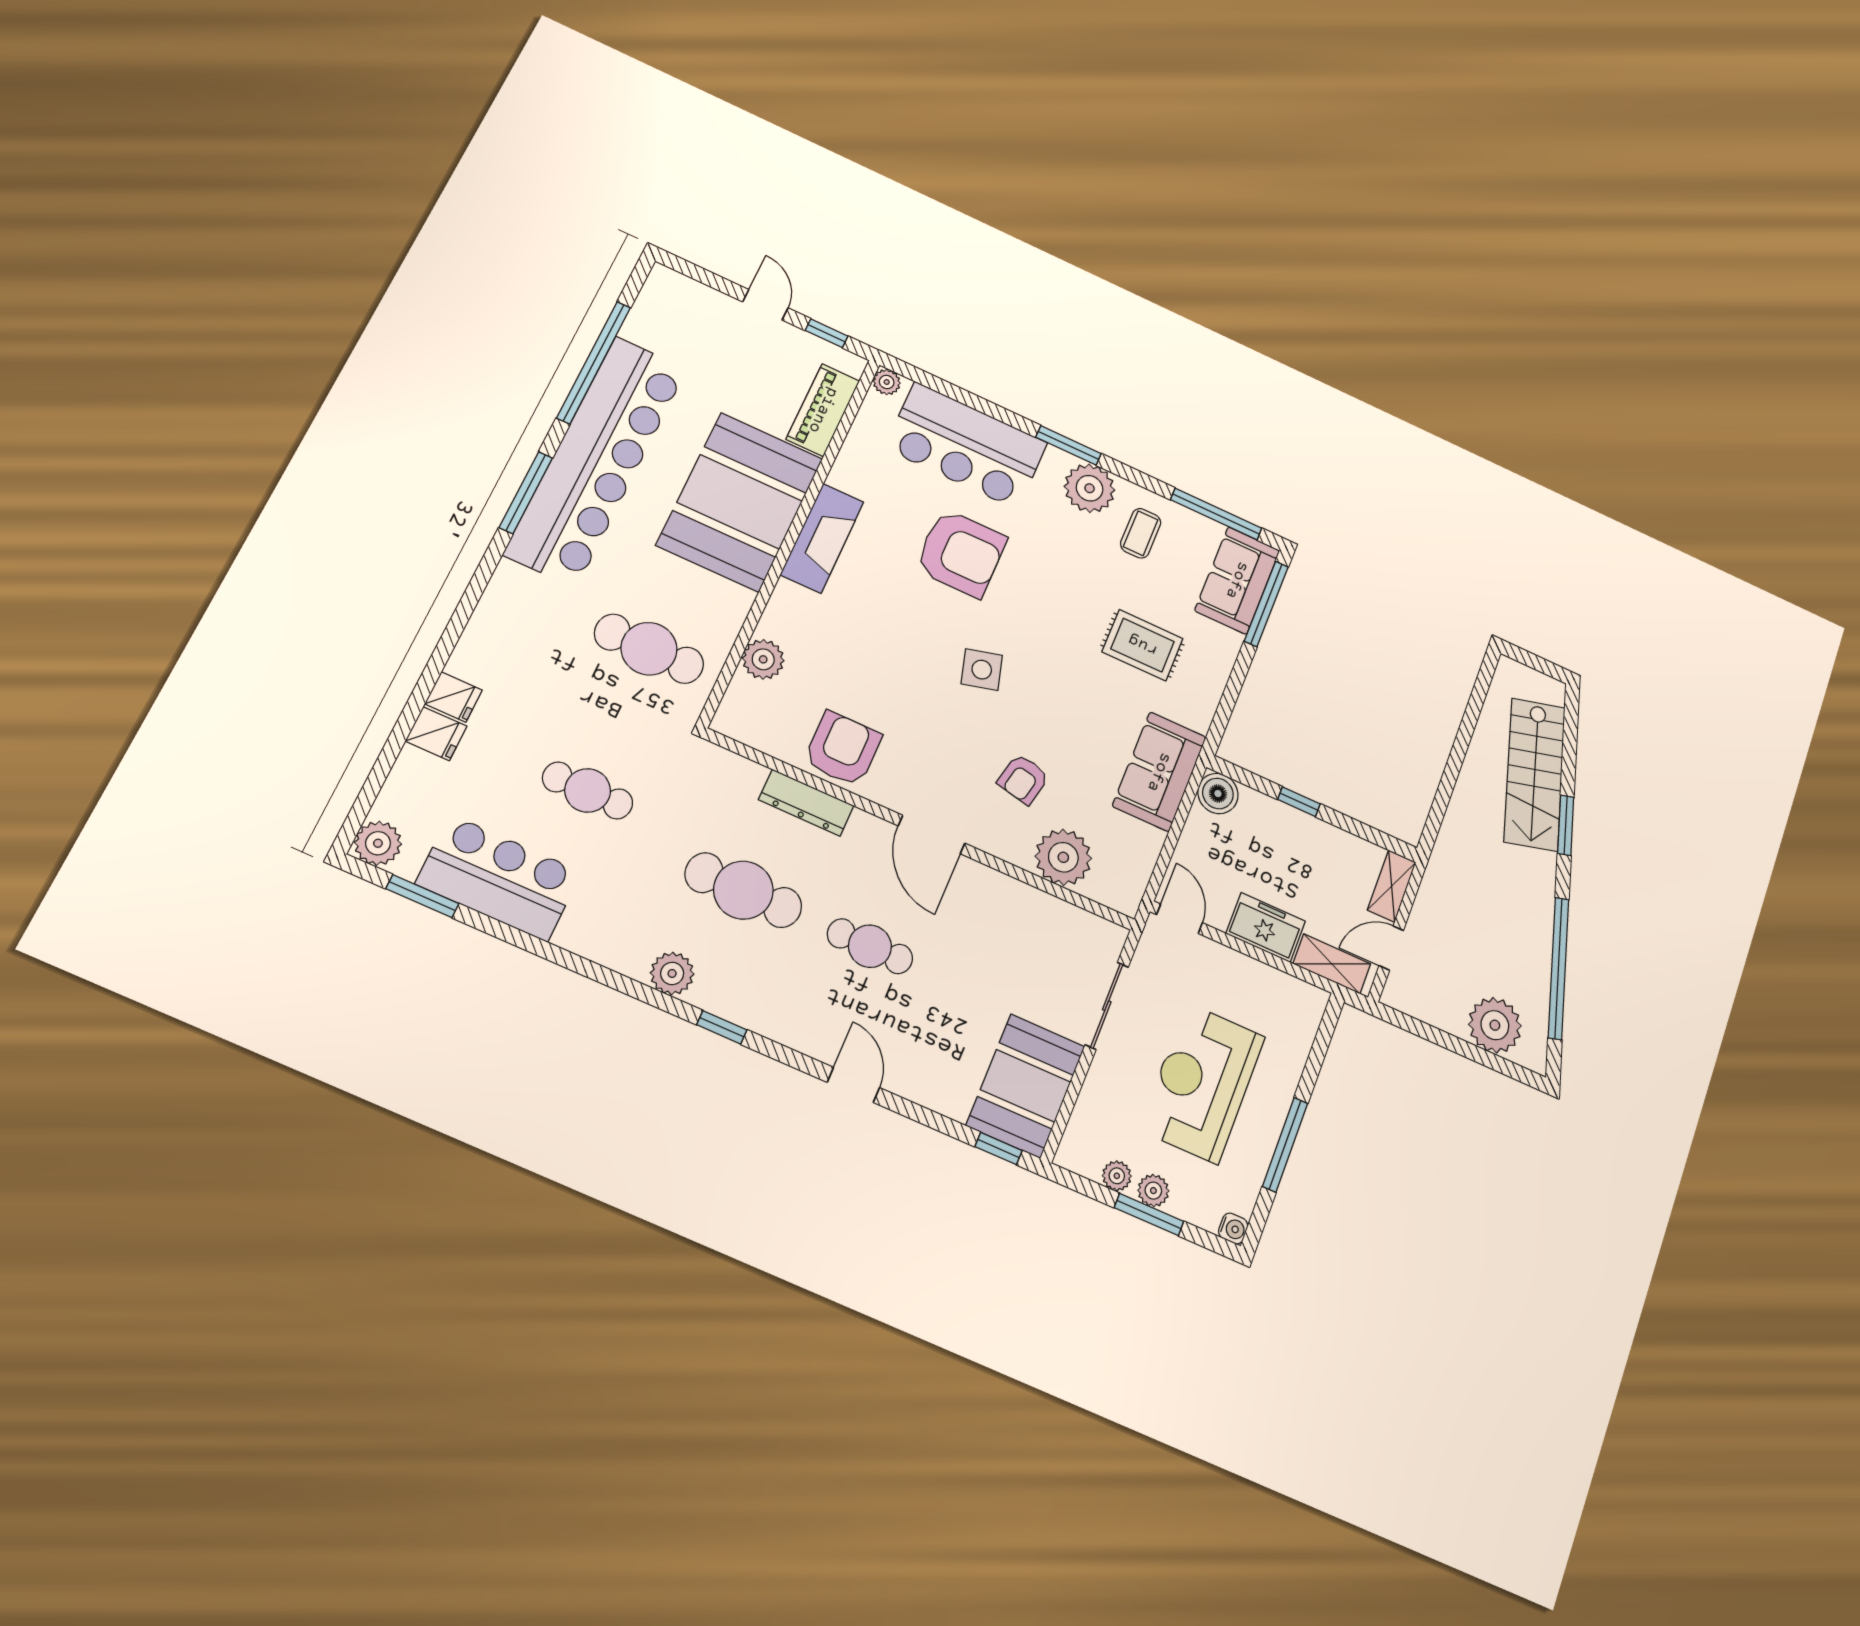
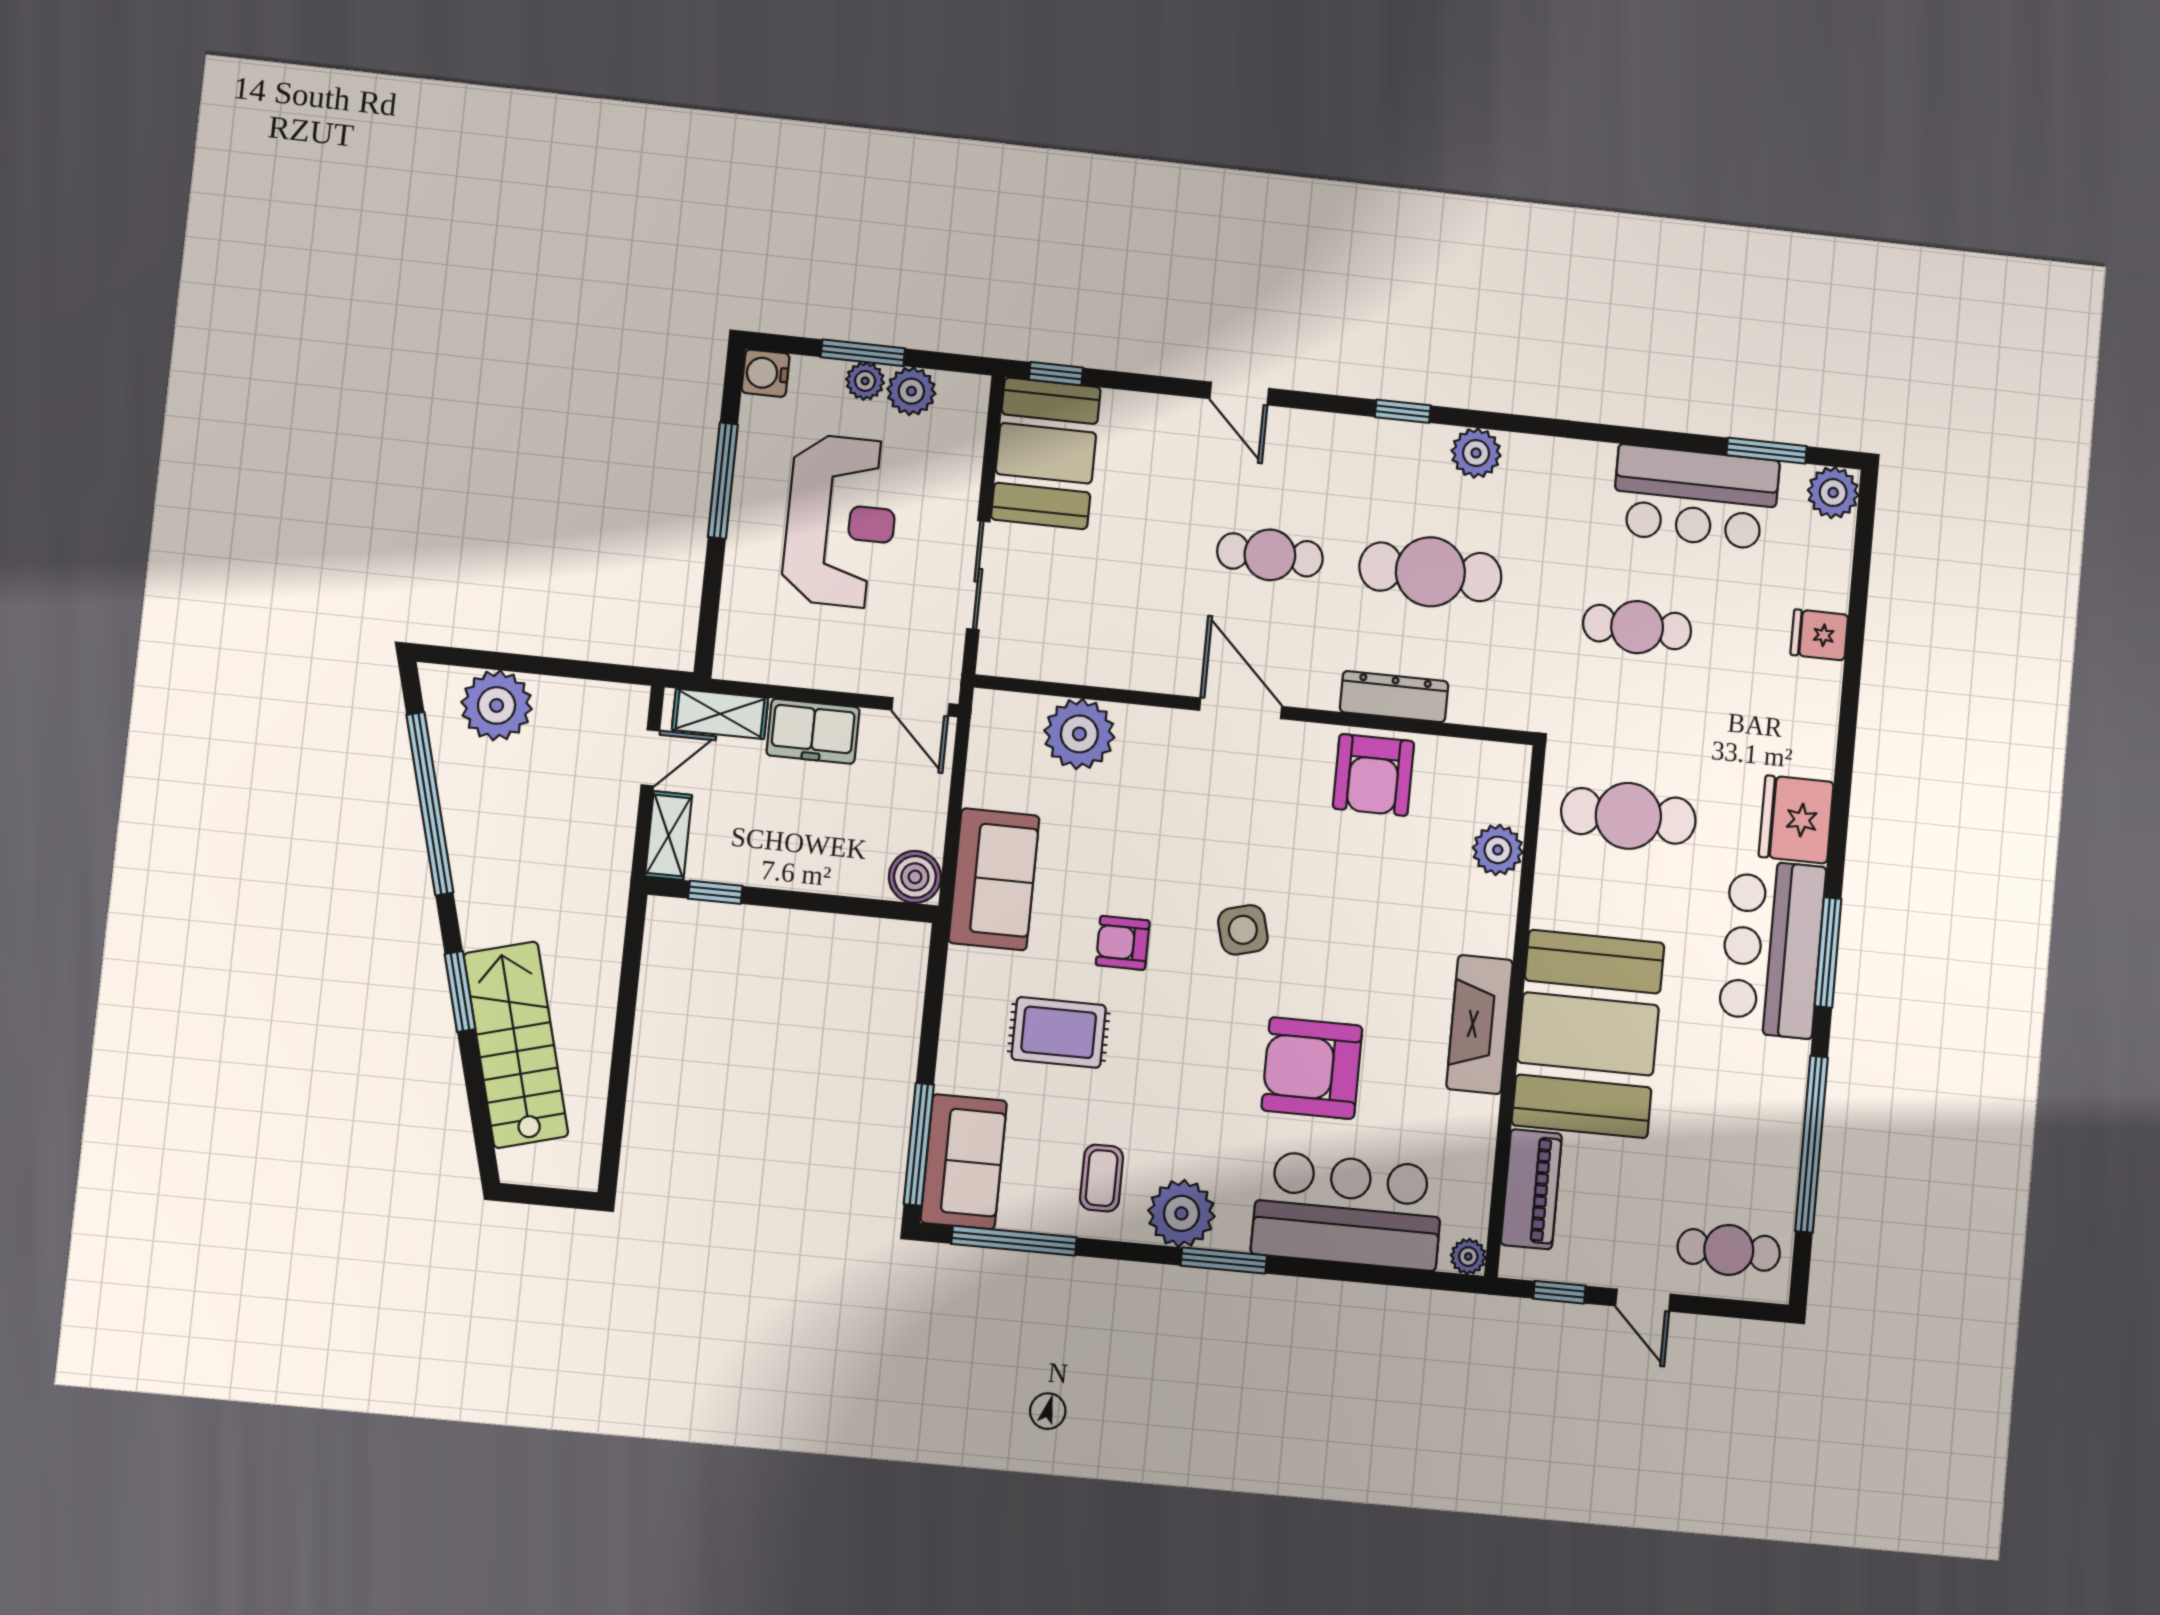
cafe table: (687, 314) -> (1729, 1250), added
bar counter: (596, 460) -> (1772, 948), width x0.54
fridge: (453, 697) -> (1796, 819), moved, width x1.88, depth x1.34
armchair: (1023, 779) -> (1123, 943), moved, turned -102
window: (1299, 802) -> (715, 892), moved
plant: (1117, 1176) -> (911, 391), width x1.38, depth x1.38
water cooler: (1233, 1229) -> (766, 373), width x1.38, depth x1.38

